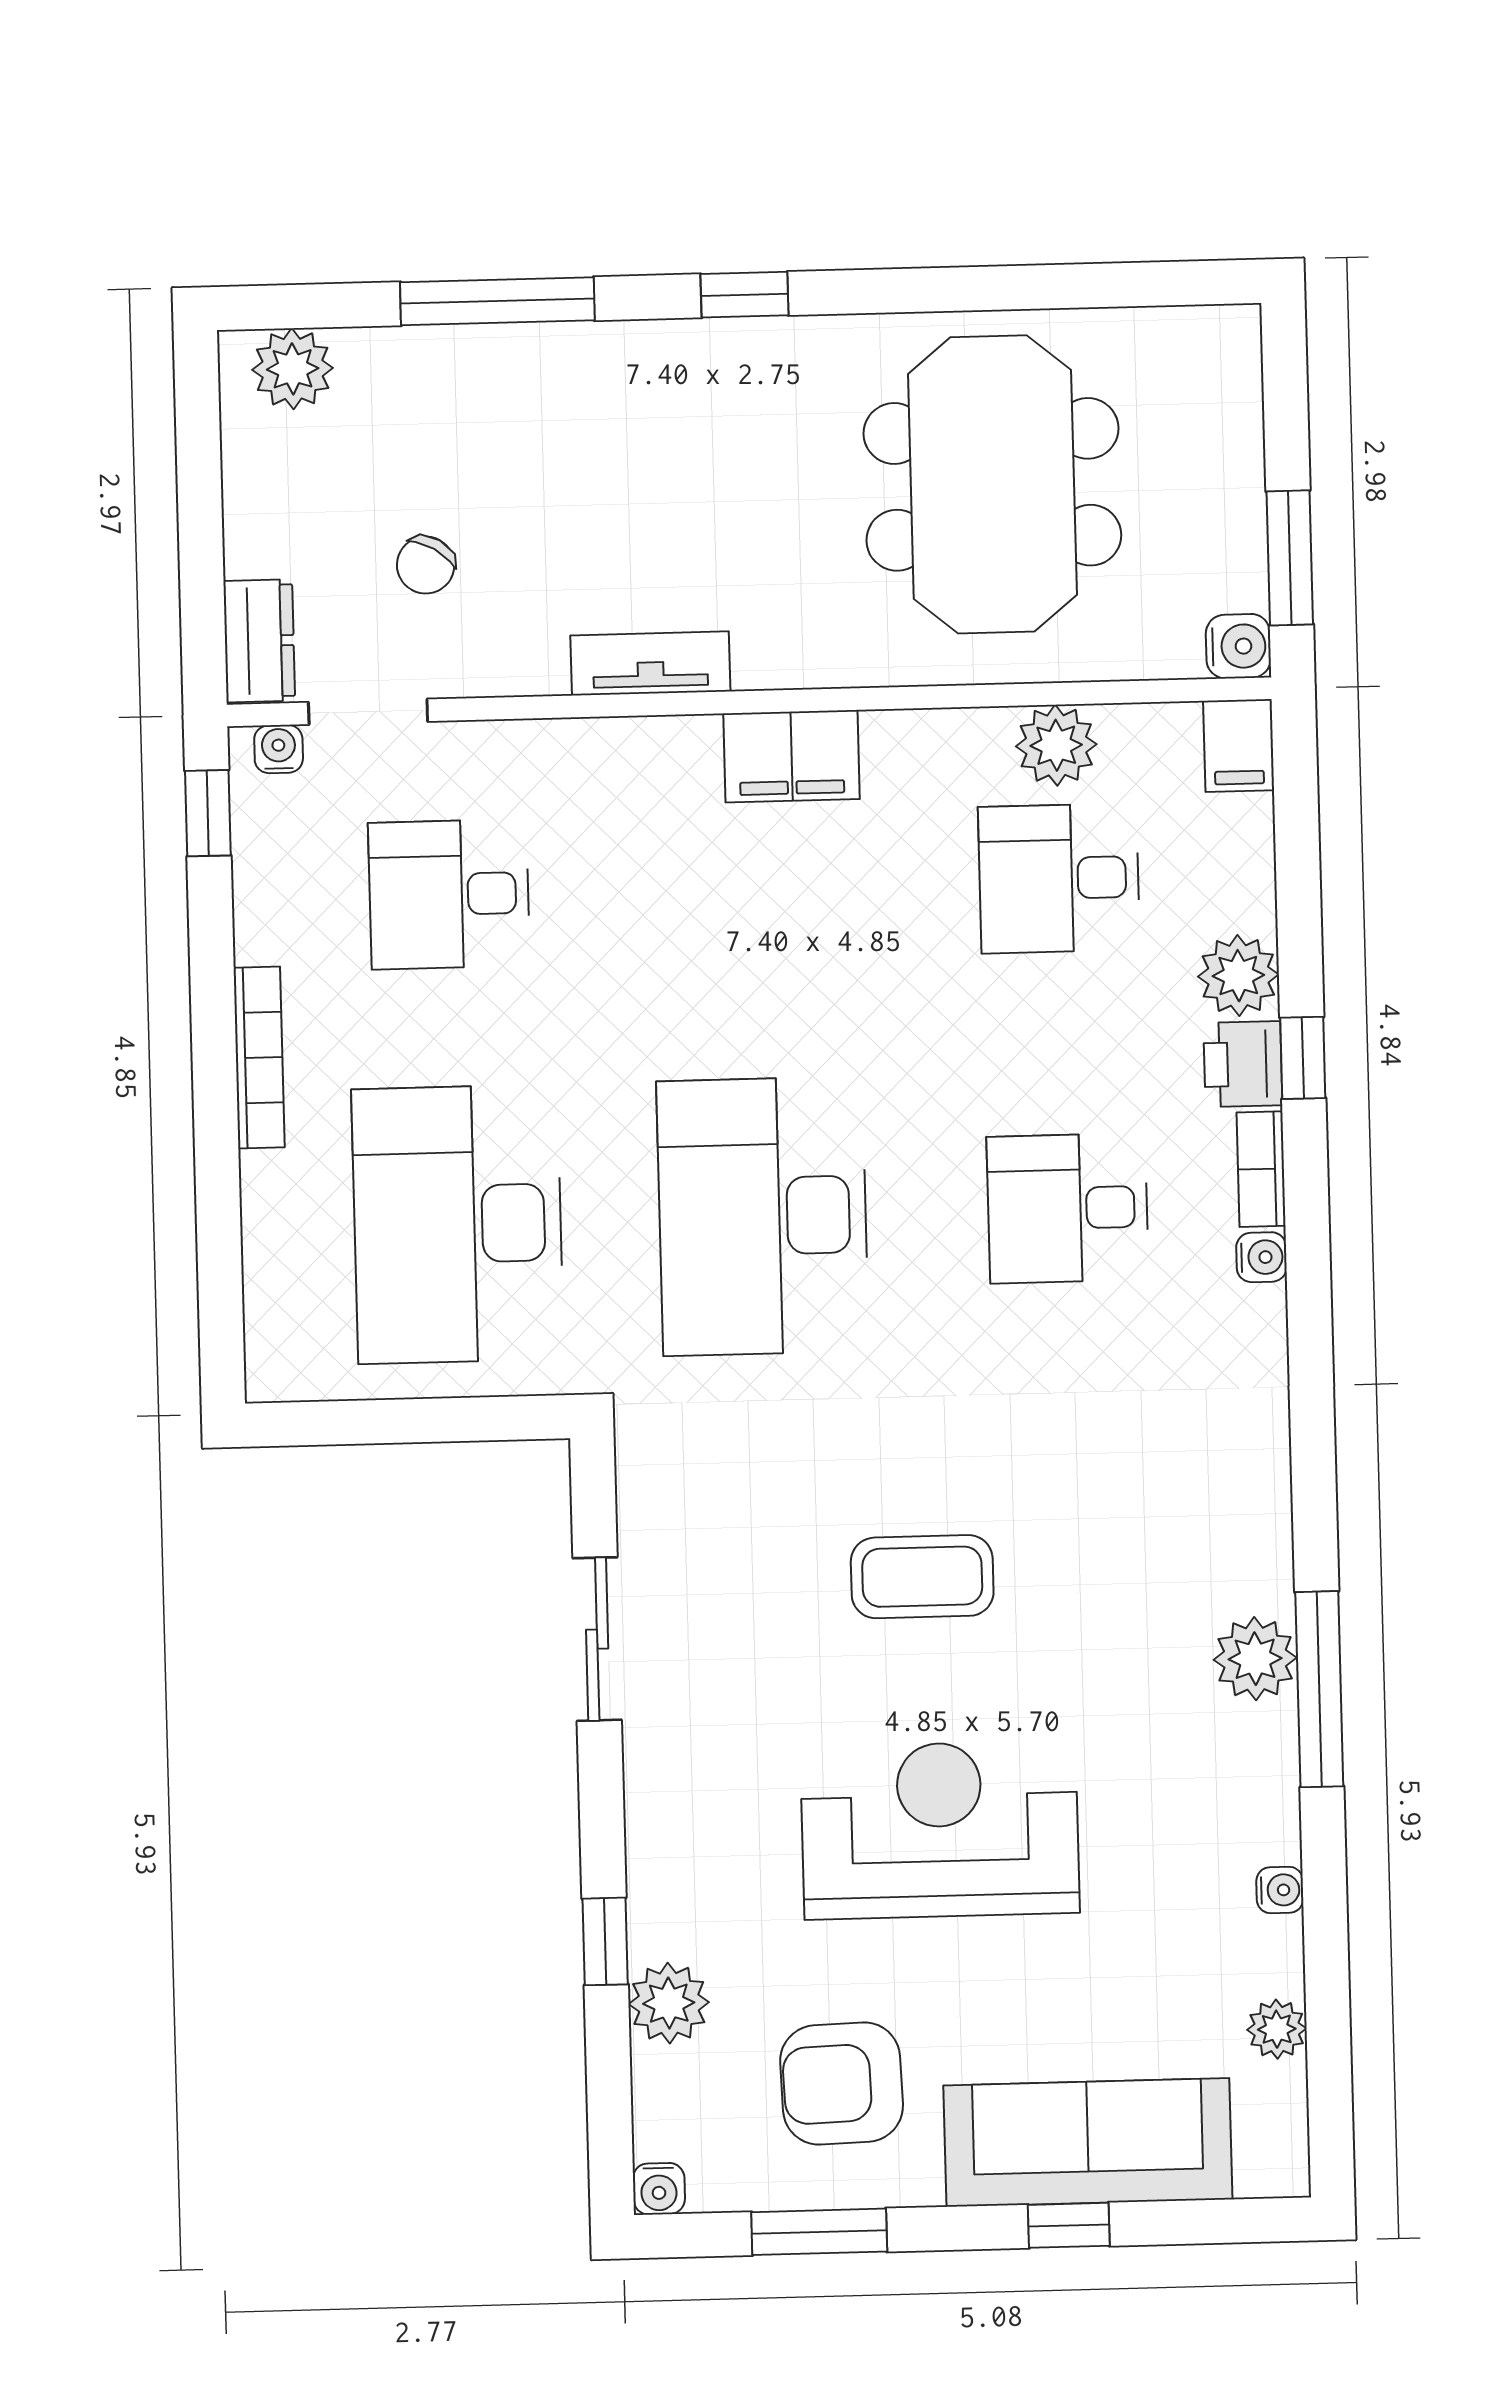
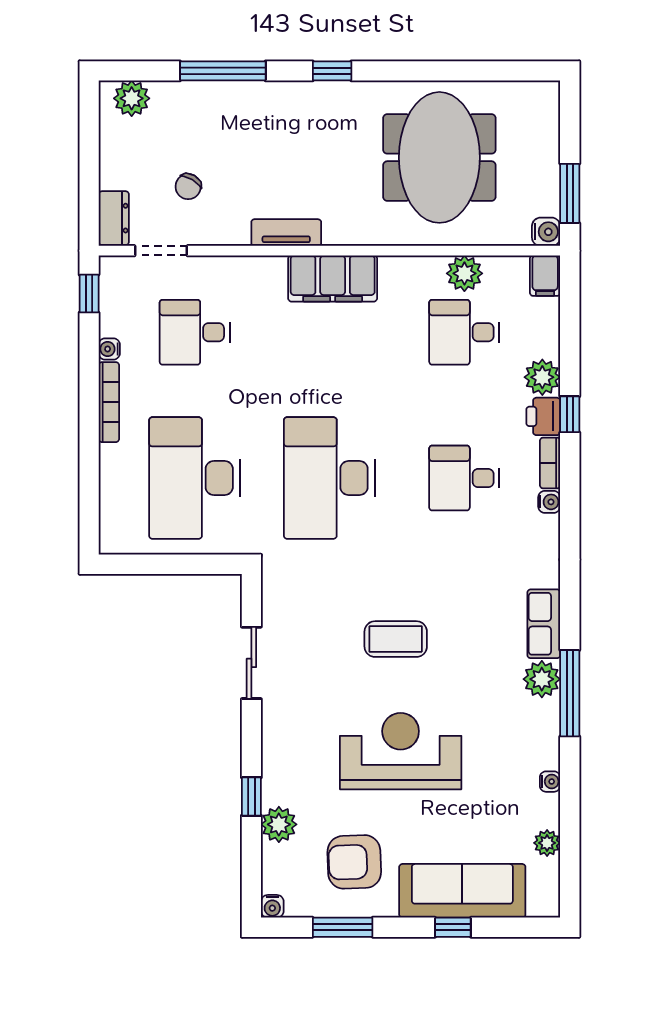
water cooler: (279, 749) -> (109, 349), moved, turned -90
filing cabinet: (791, 756) -> (333, 279), width x1.50, depth x1.17
row of seats: (1256, 1533) -> (544, 624), added

